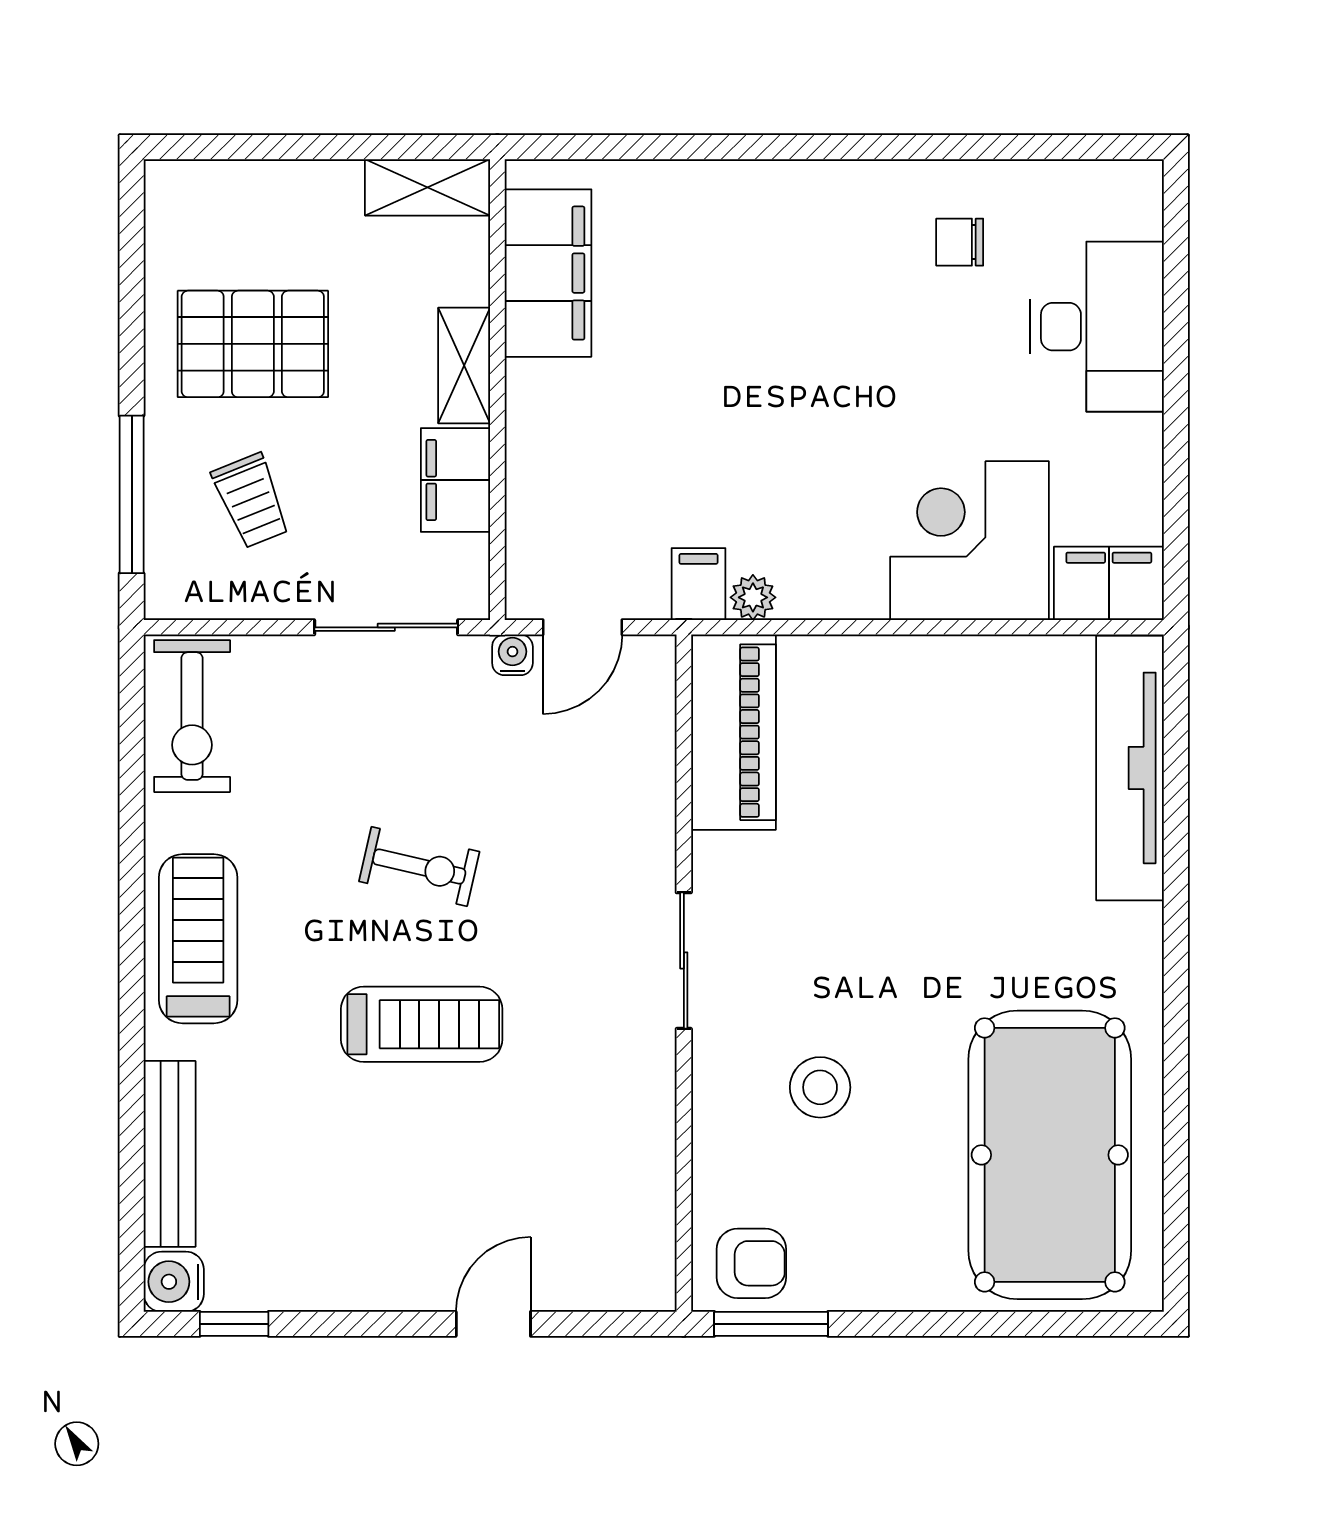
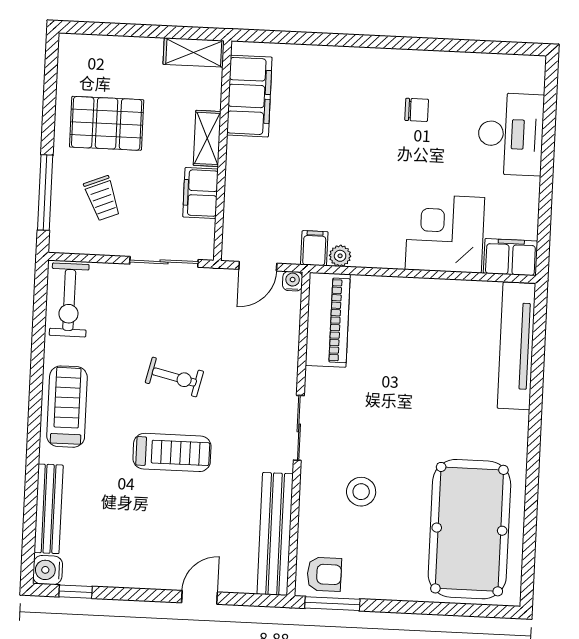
chair: (960, 242) -> (417, 110), moved, turned 180
water cooler: (512, 655) -> (293, 281), moved
bench: (645, 1184) -> (275, 534), added

